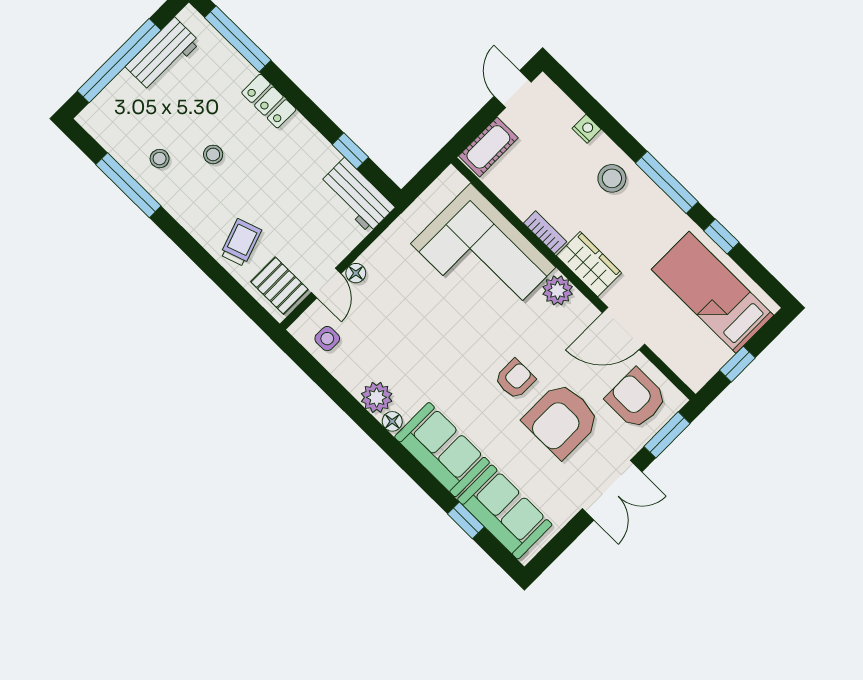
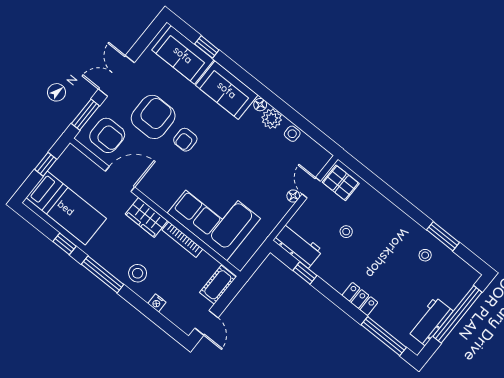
stool: (213, 154) -> (346, 232), moved
window: (128, 185) -> (443, 236), width x0.69
bookcase: (545, 232) -> (182, 240), width x1.56
trolley: (241, 242) -> (368, 208), removed
plant: (558, 290) -> (164, 199), removed
side table: (327, 339) -> (292, 134), moved

